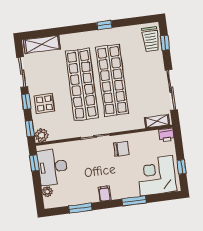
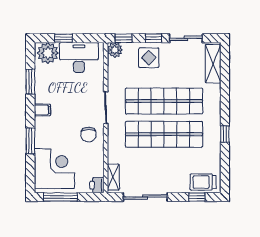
window: (34, 163) -> (63, 38), moved
window: (182, 167) -> (60, 197), width x2.17
plant: (47, 192) -> (48, 53), width x1.88, depth x1.88

